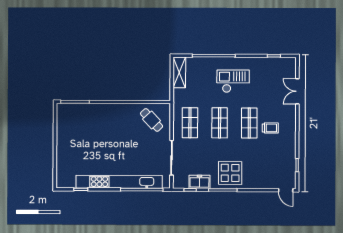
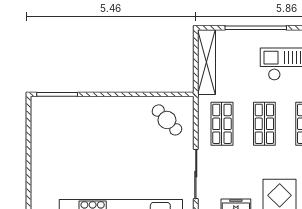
shelving: (179, 72) -> (206, 62), width x1.47

